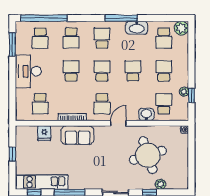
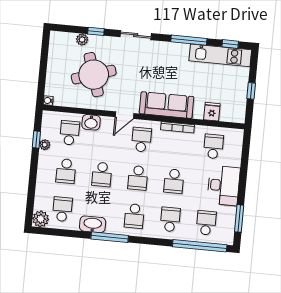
school desk: (164, 104) -> (70, 133), turned 180
sofa: (77, 135) -> (167, 105), width x1.36

